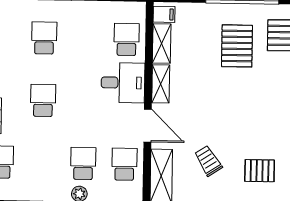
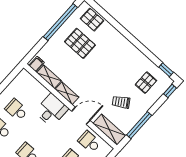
school desk: (127, 39) -> (16, 110), moved

